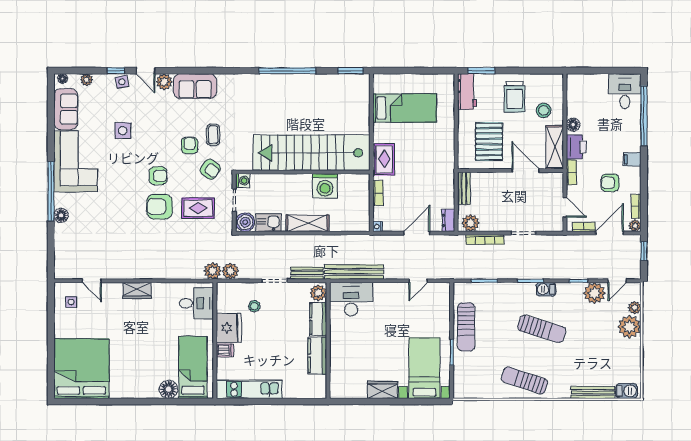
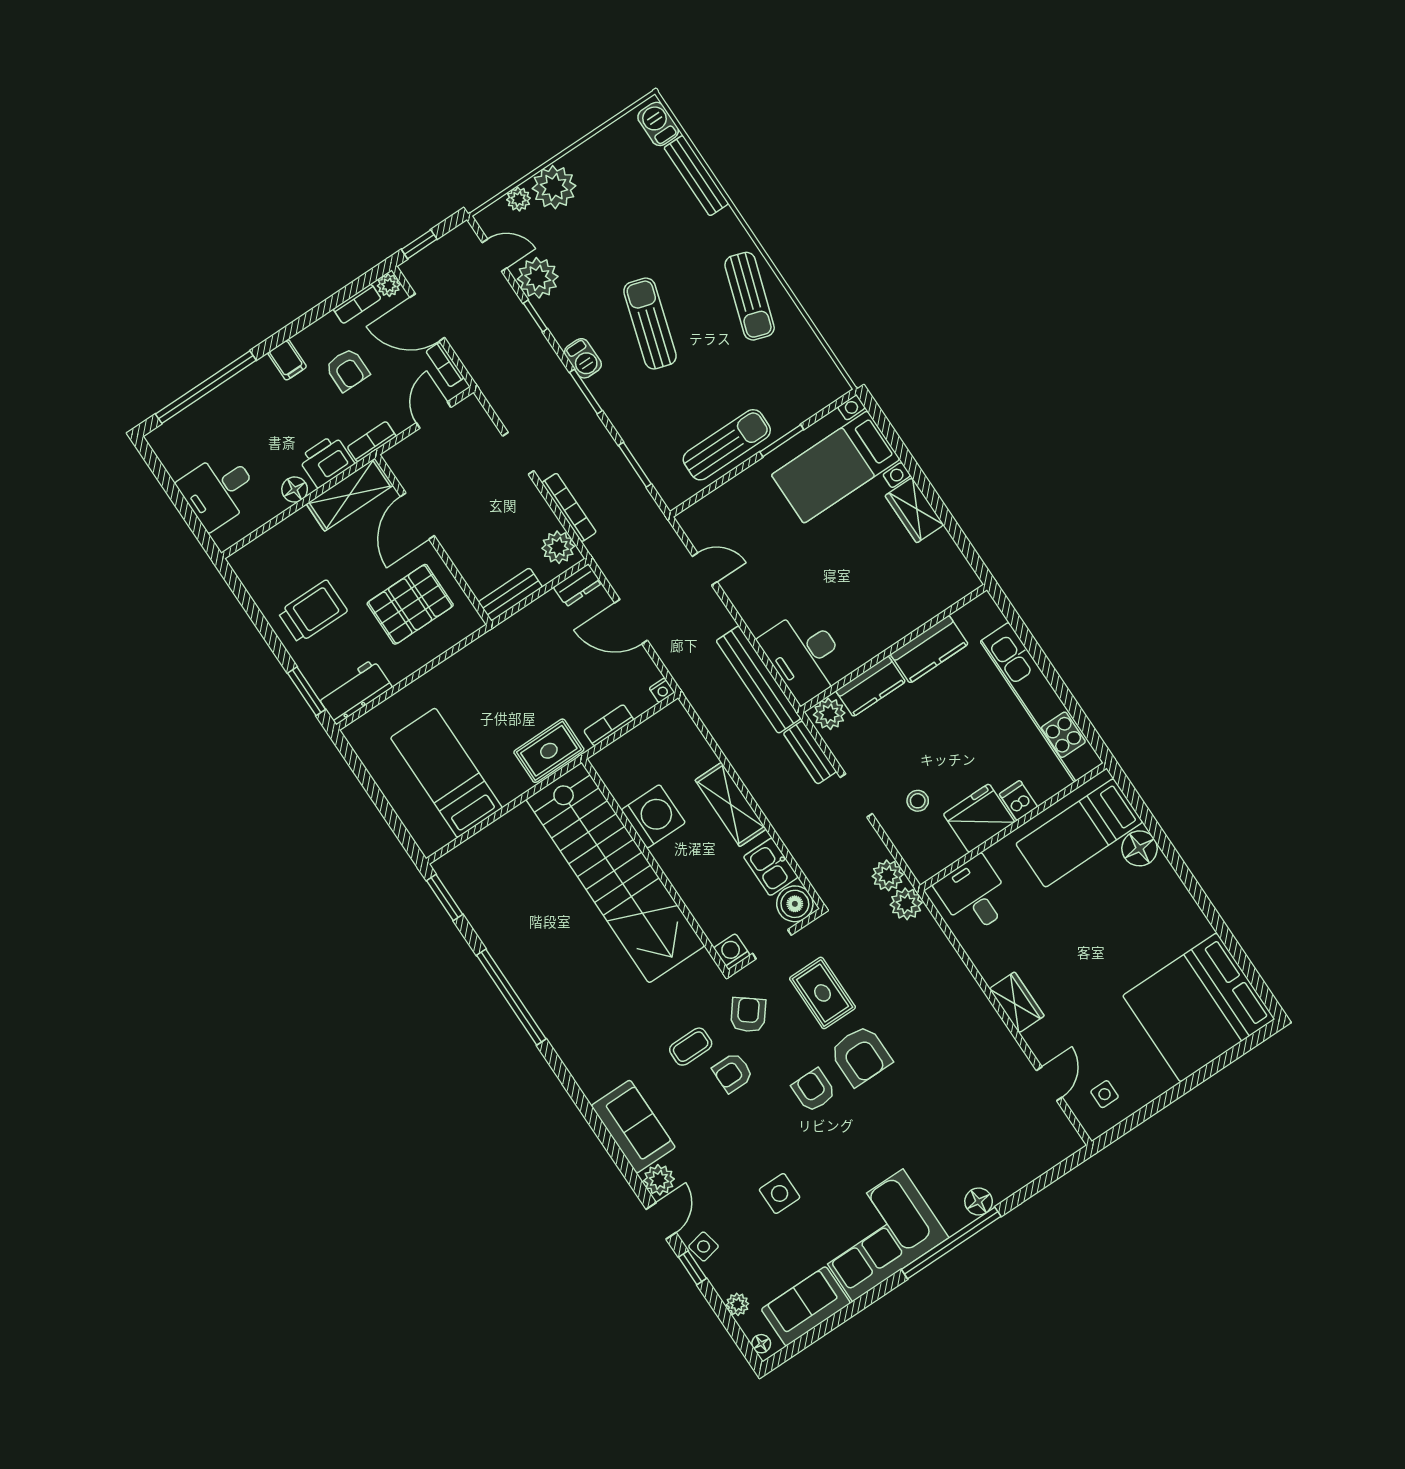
desk: (625, 91) -> (219, 490), moved
stool: (544, 110) -> (303, 551), removed
kitchen unit: (249, 389) -> (1042, 702), width x1.36

